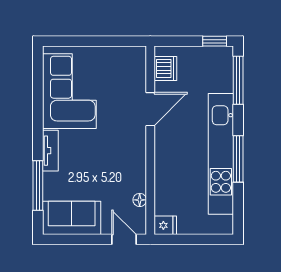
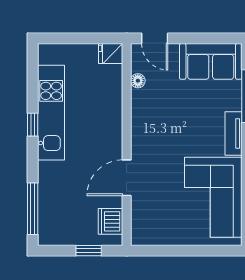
window: (215, 41) -> (89, 251), moved
kitchen unit: (221, 154) -> (51, 113), width x0.73
window: (238, 159) -> (33, 125), width x0.46

